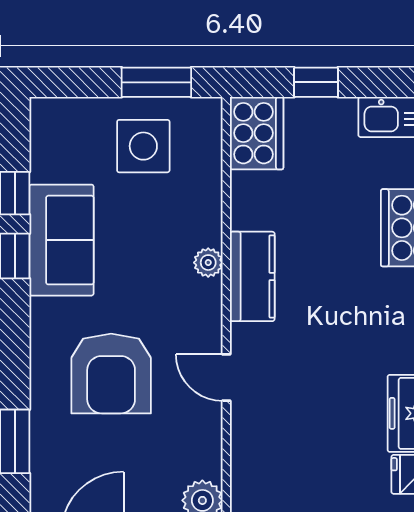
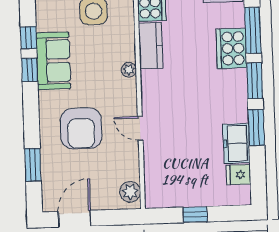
kitchen counter: (252, 276) -> (151, 46), moved

